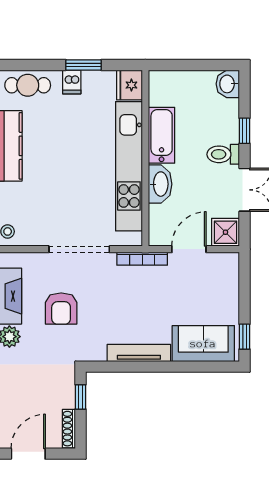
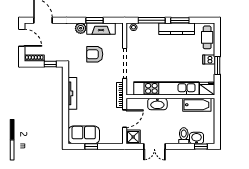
washbasin: (228, 84) -> (197, 138), moved
window: (244, 131) -> (201, 147), moved
bathtub: (162, 135) -> (197, 105), moved
toilet: (223, 154) -> (184, 136), moved
door: (189, 249) -> (125, 119), hinge flipped
window: (244, 337) -> (91, 147), moved
sofa: (203, 344) -> (84, 135), moved, turned -90

